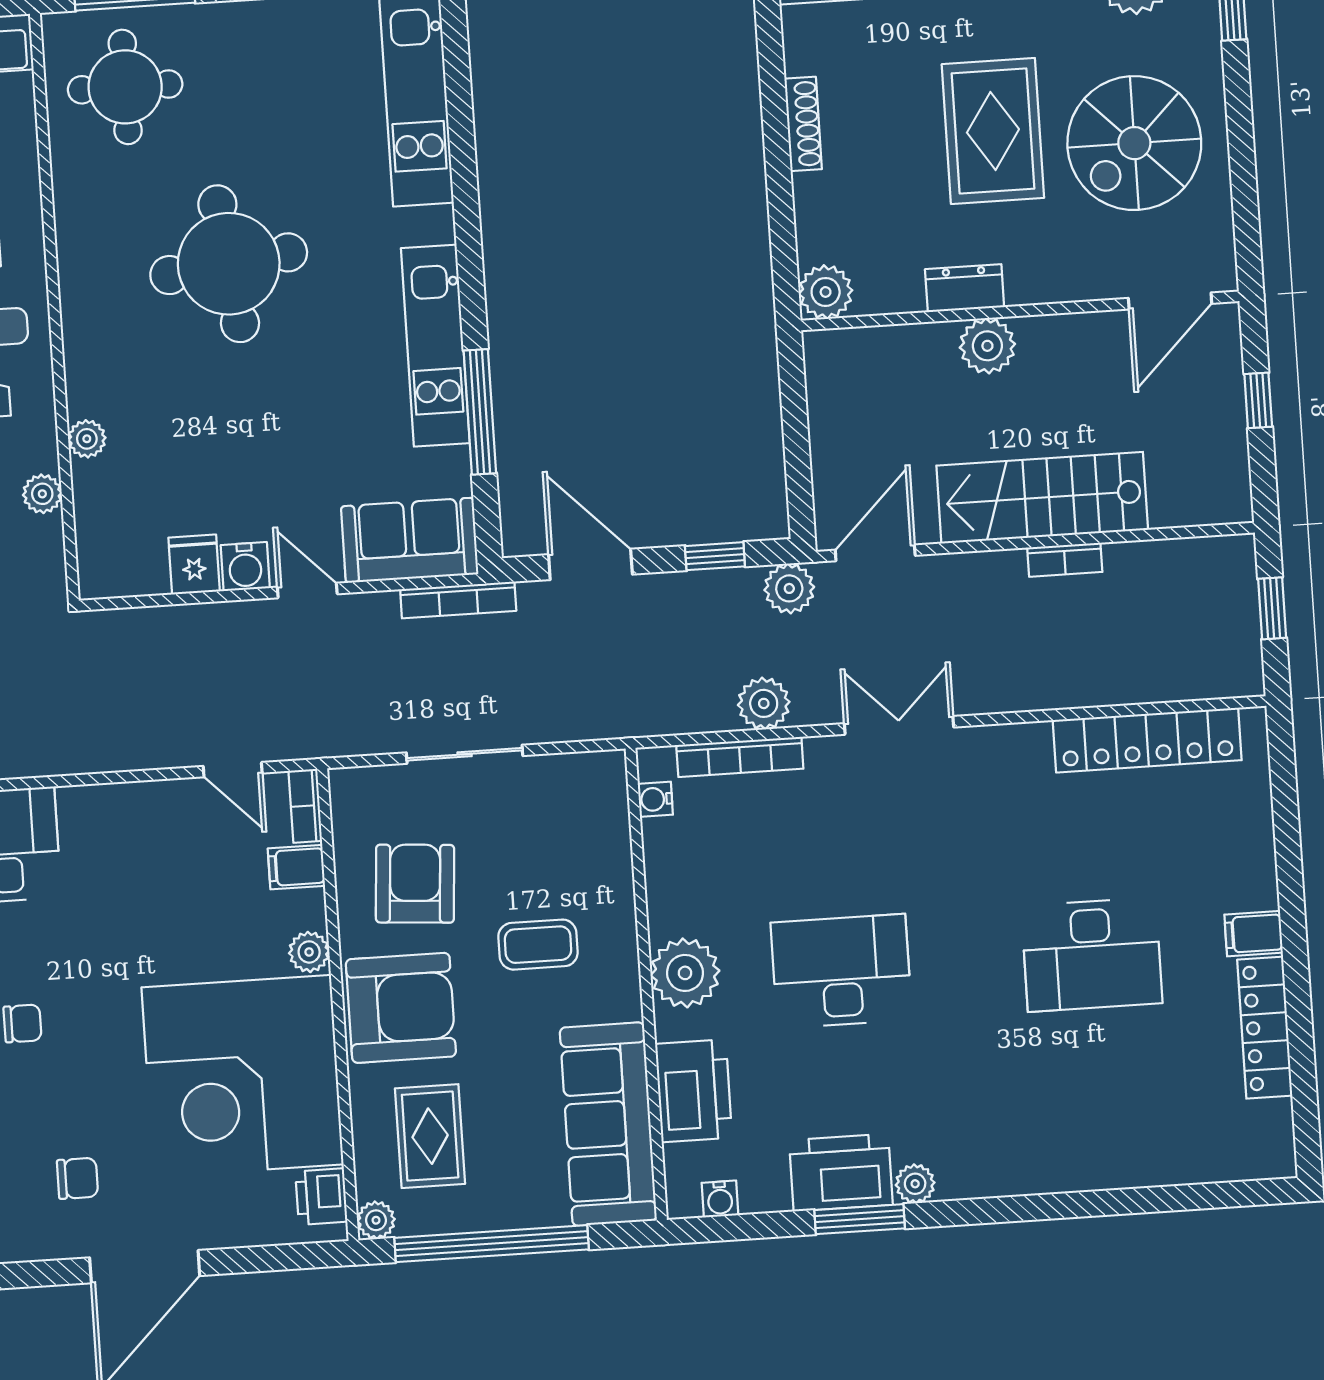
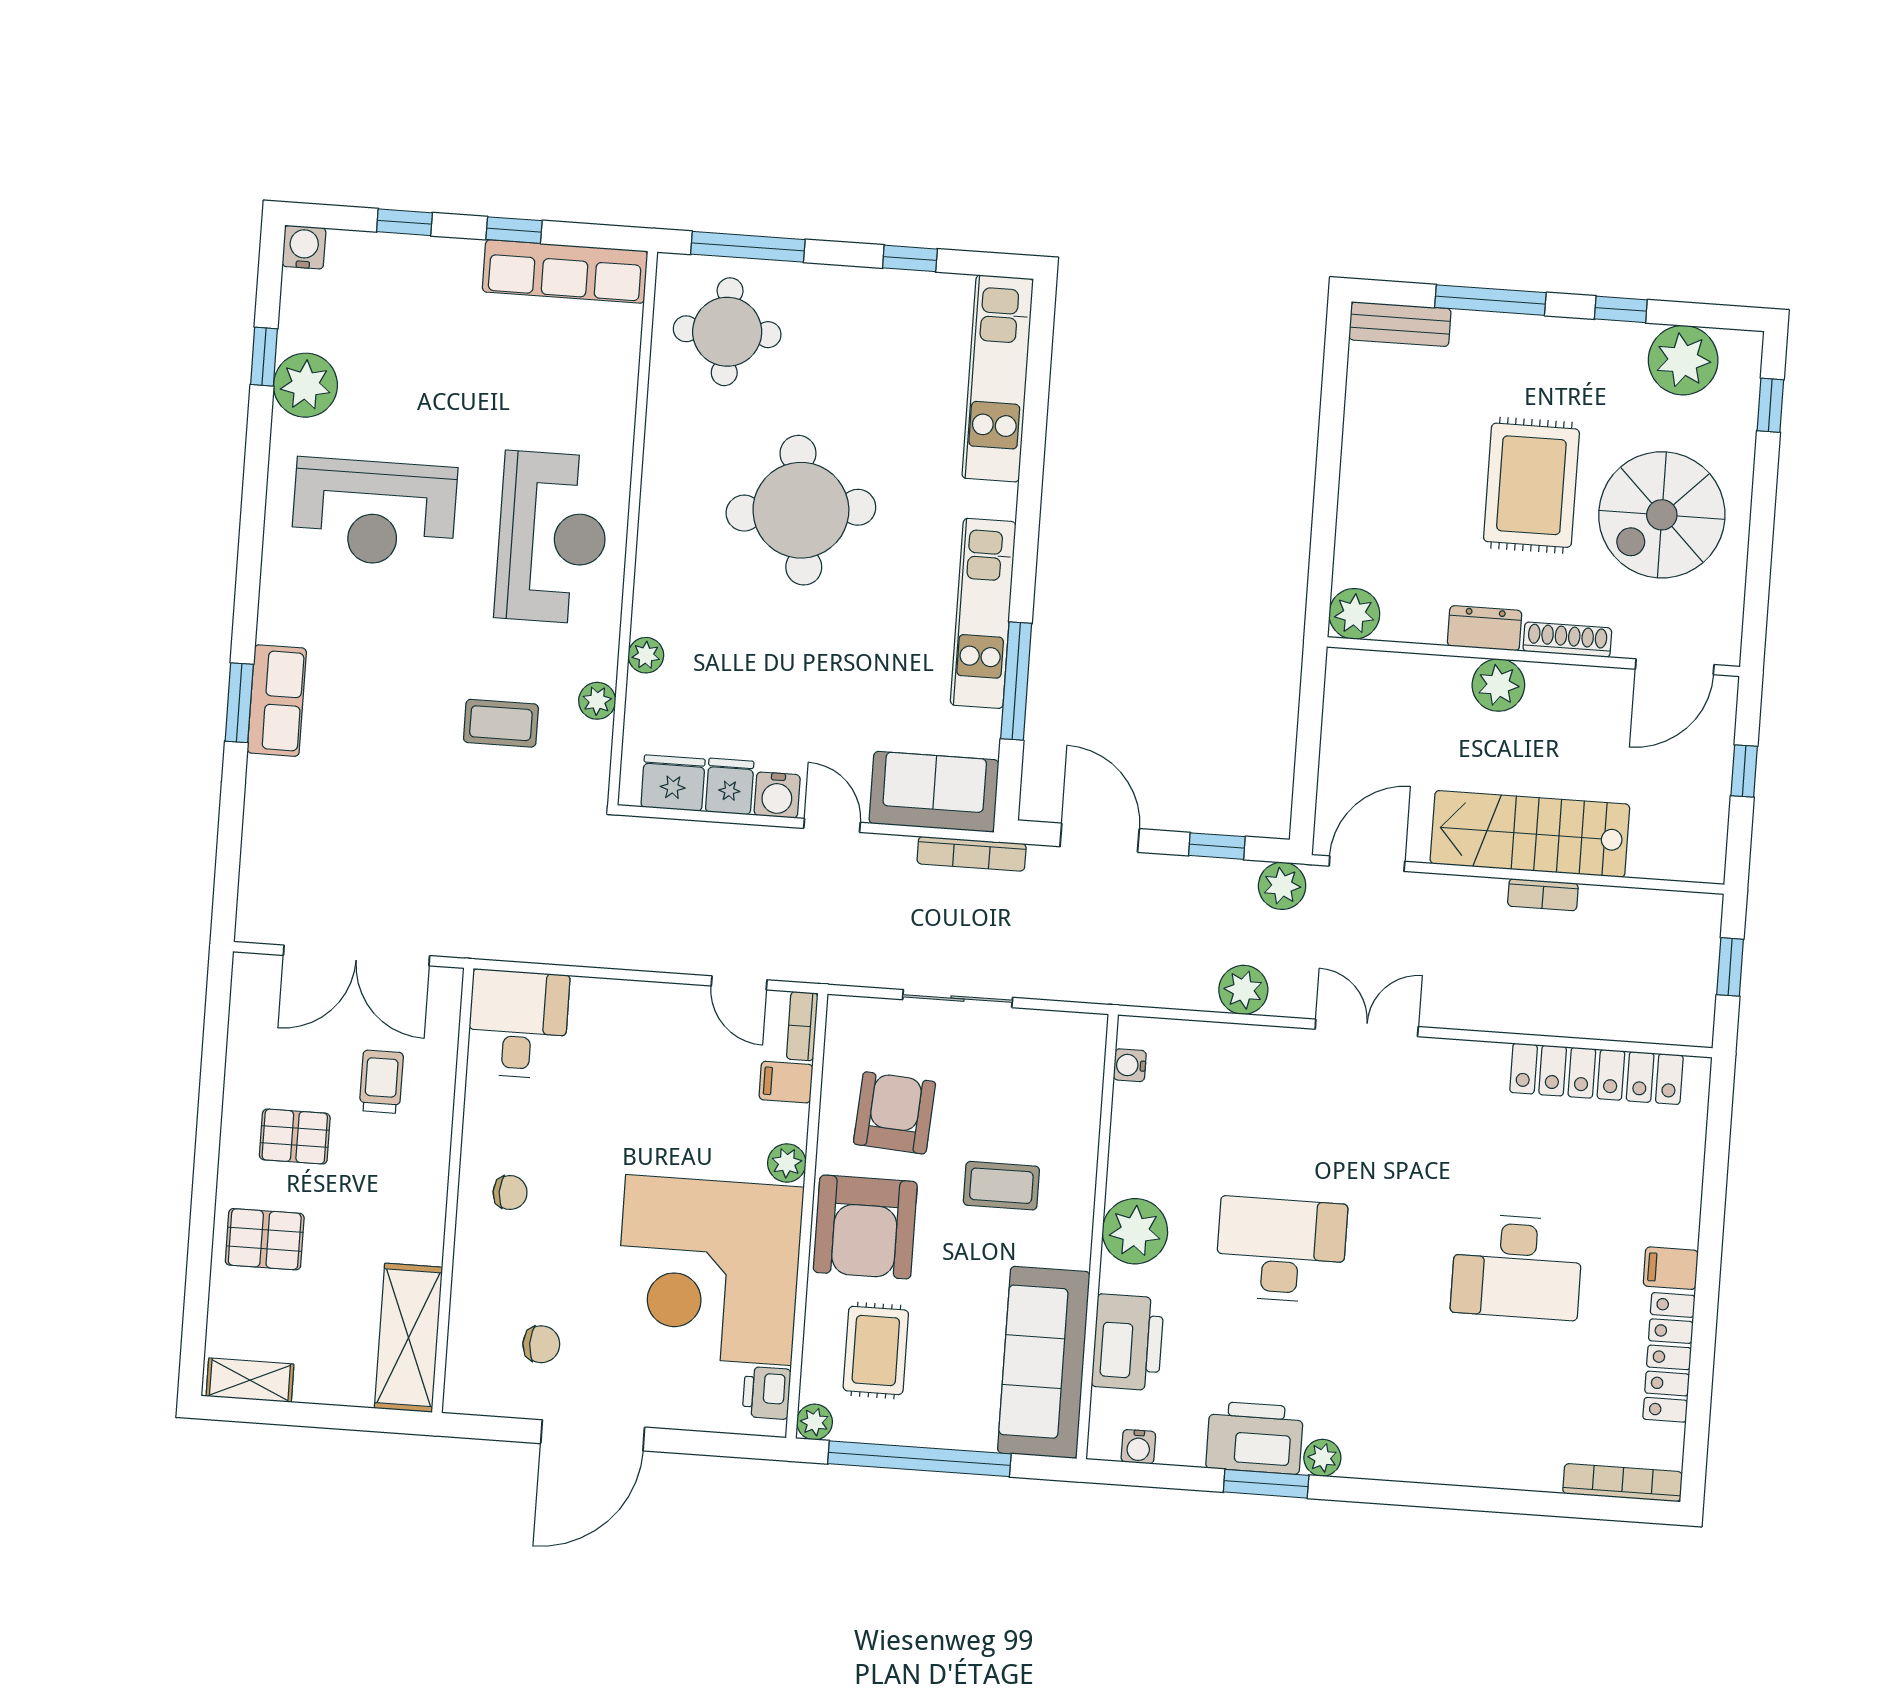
shoe rack: (803, 124) -> (1567, 640), moved, turned -90
fridge: (134, 569) -> (673, 783), added
bookcase: (740, 757) -> (1623, 1483), moved, turned 180
armchair: (401, 1008) -> (865, 1227), turned 90

